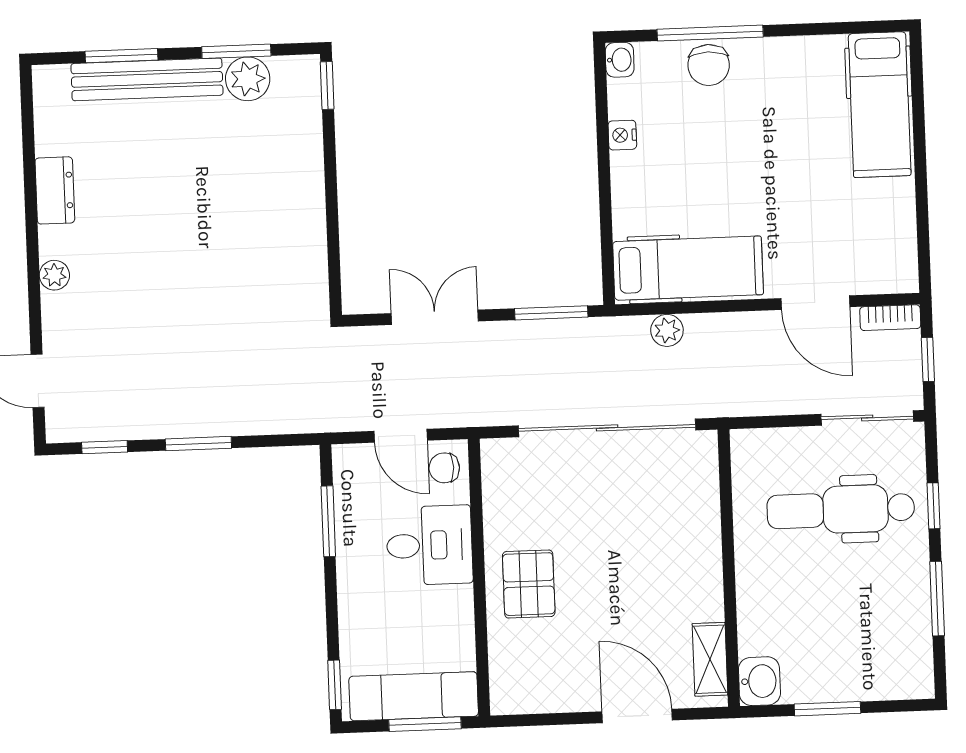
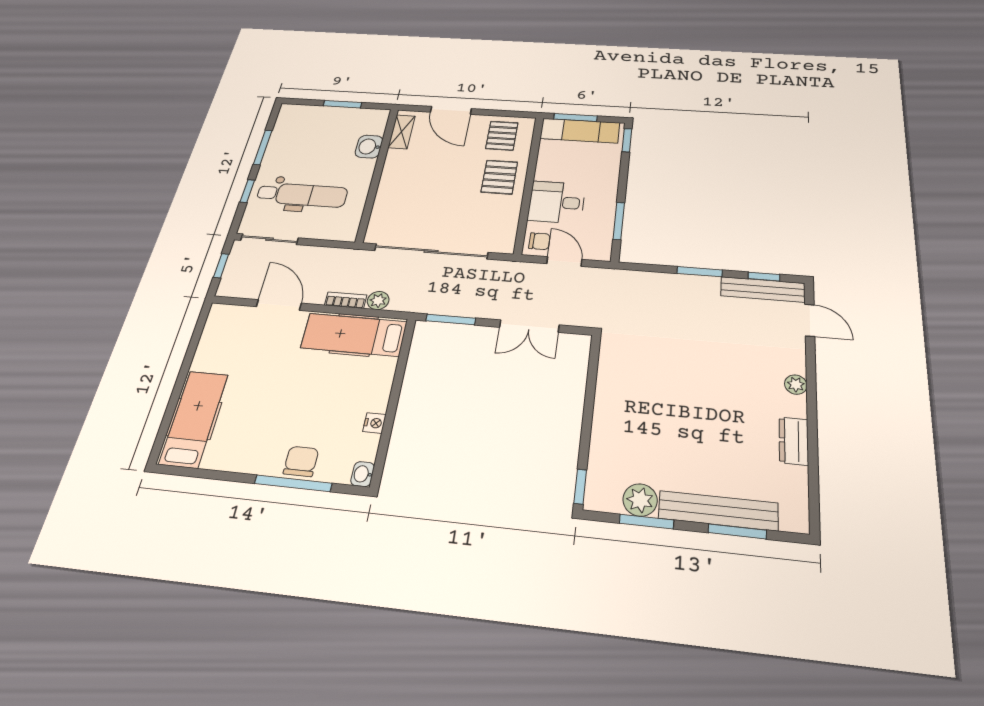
bookcase: (890, 318) -> (346, 300), moved
bench: (105, 424) -> (763, 289), added
pallet: (541, 671) -> (502, 136), added
washbasin: (759, 681) -> (369, 147), moved

